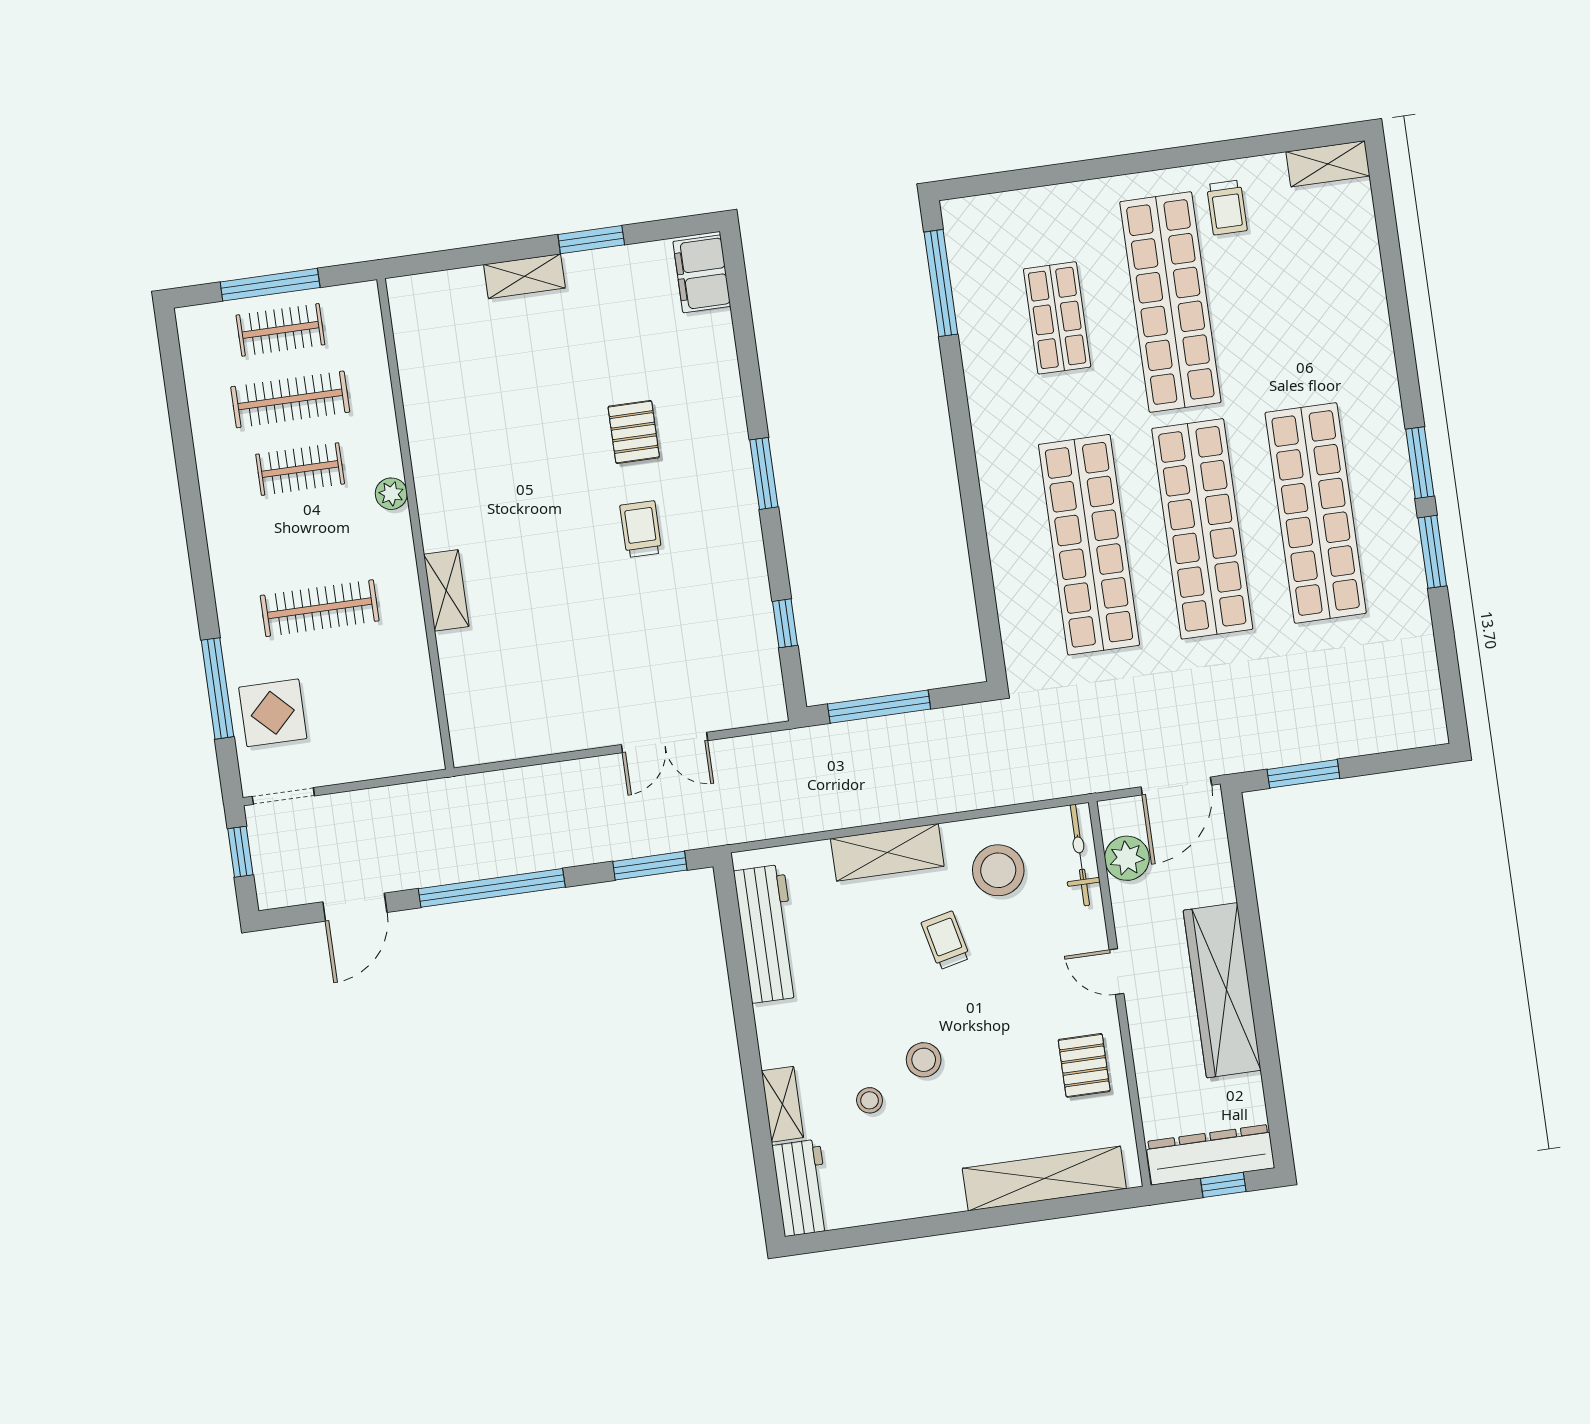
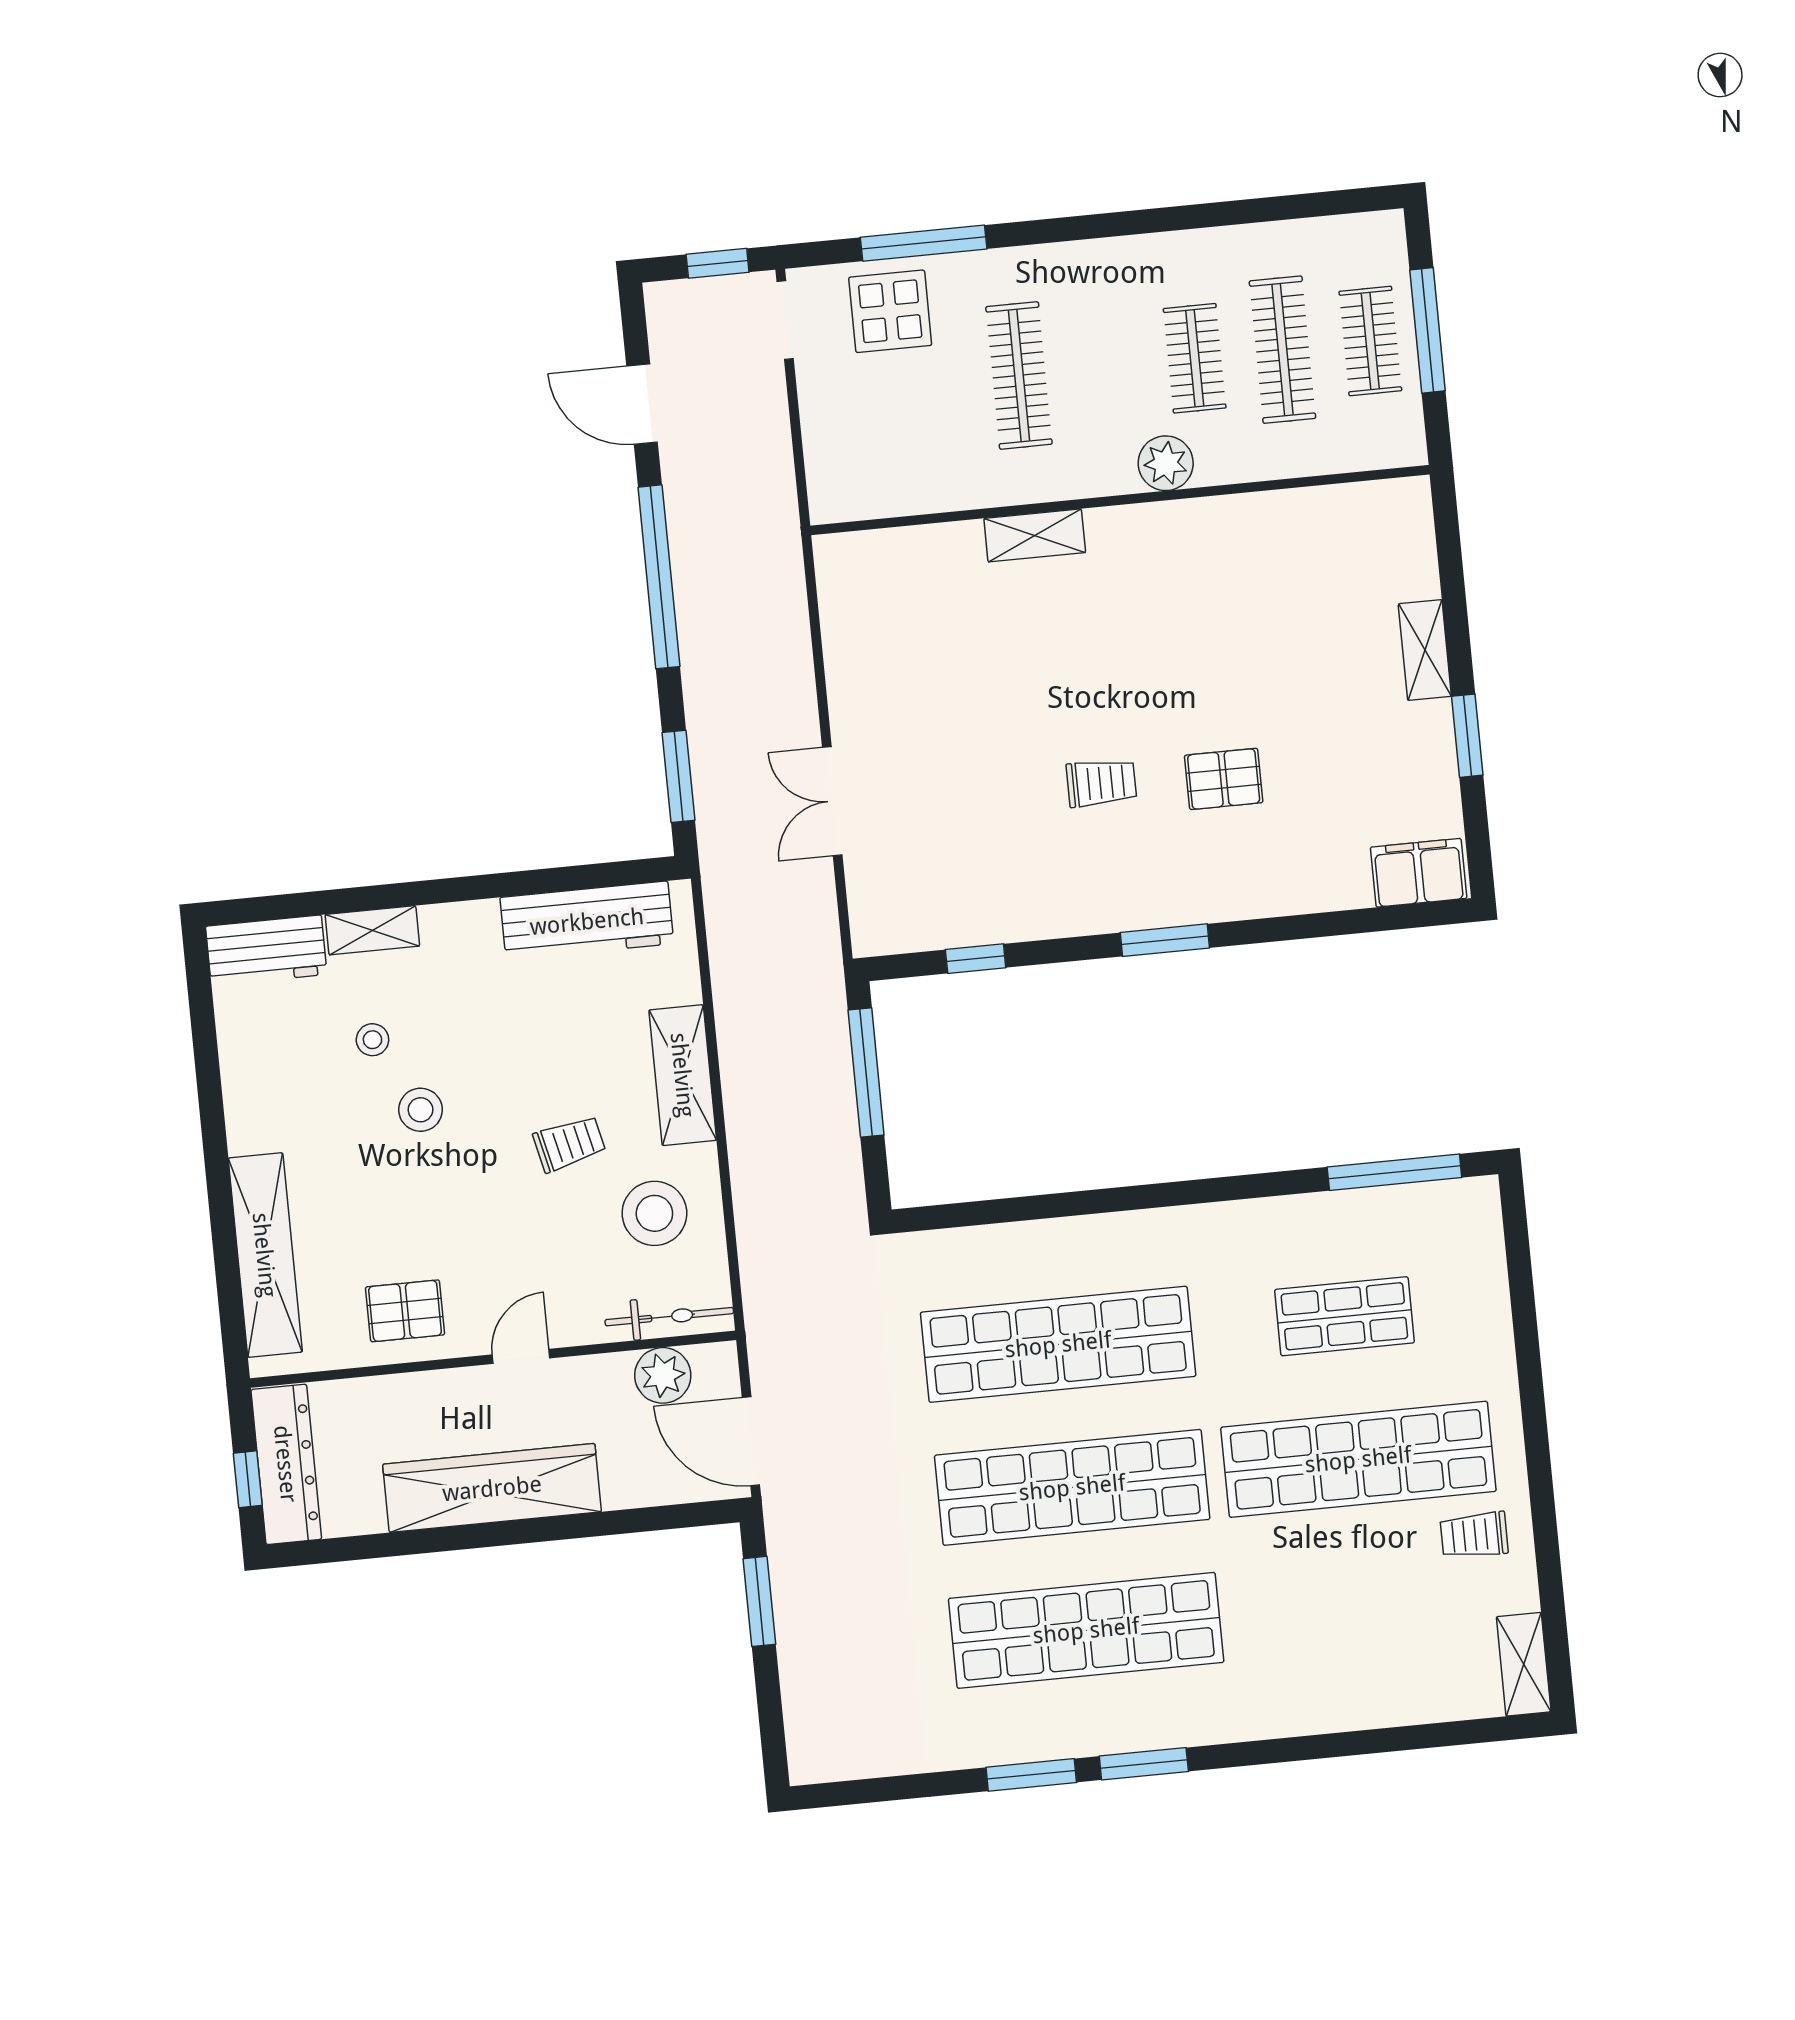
plant: (391, 494) -> (1166, 463), width x1.38, depth x1.38

